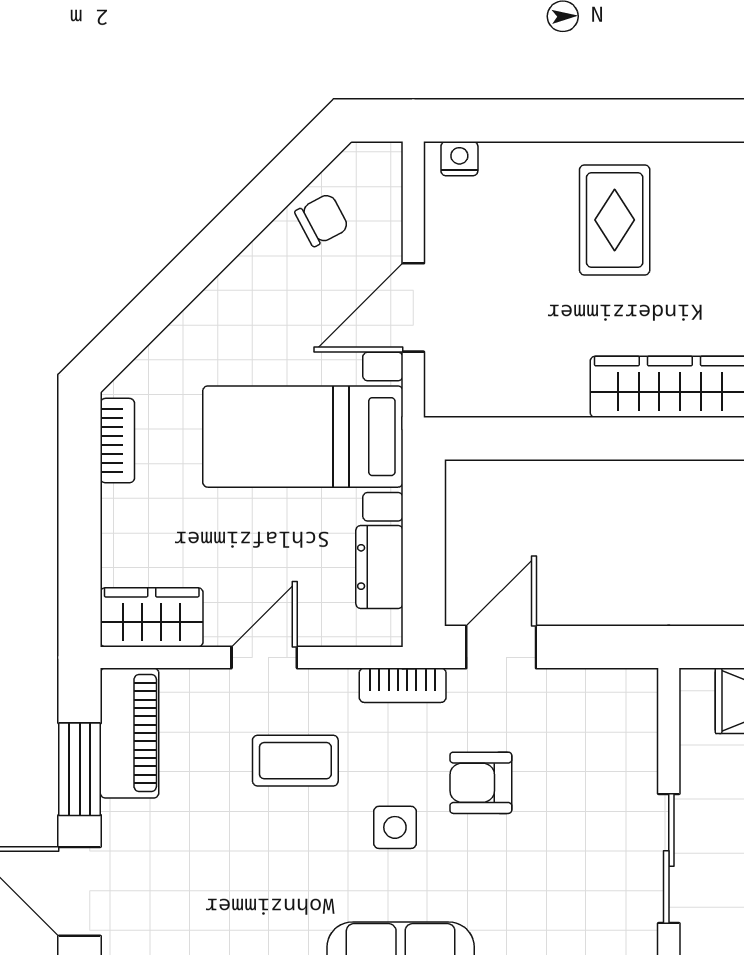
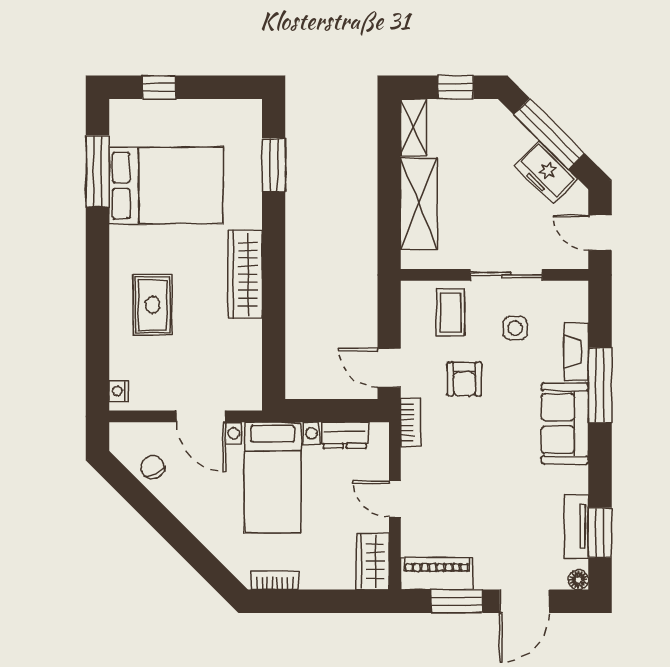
rug: (615, 220) -> (153, 305), turned 90
coffee table: (295, 761) -> (450, 312), moved
side table: (395, 827) -> (515, 328), moved

